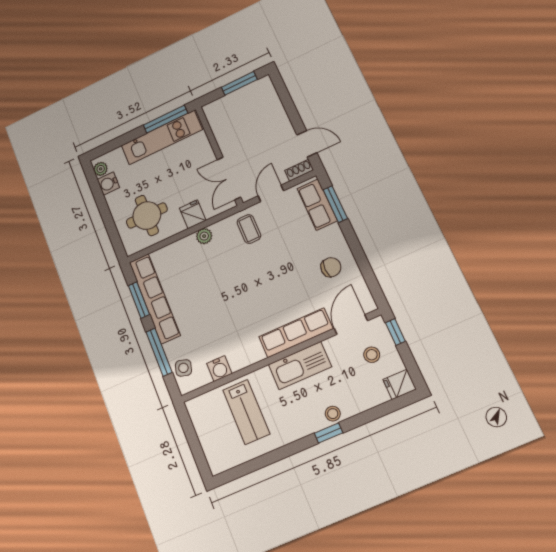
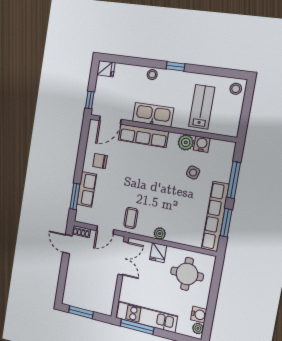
row of seats: (317, 205) -> (87, 189), moved
stool: (372, 355) -> (236, 89), moved
plant: (239, 358) -> (186, 142), added
side table: (183, 368) -> (193, 173), moved
window: (329, 433) -> (175, 66), moved

